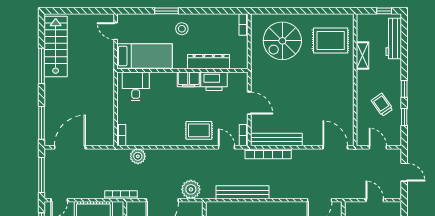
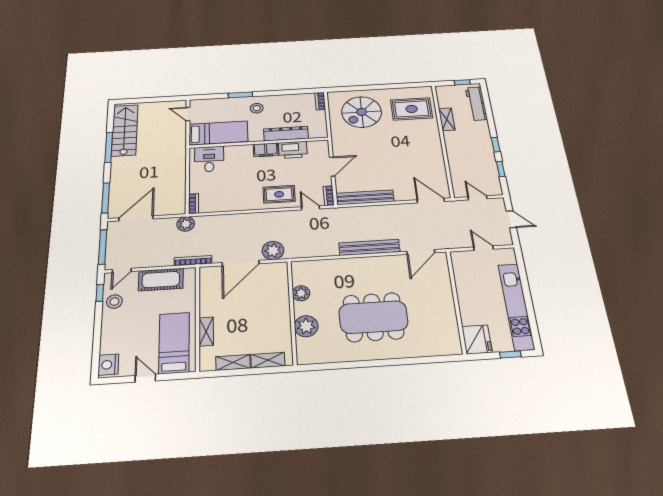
door: (249, 103) -> (332, 167), hinge flipped
trolley: (382, 105) -> (475, 160), removed
bookcase: (268, 154) -> (357, 211), removed
plant: (138, 156) -> (186, 224), moved
bench: (243, 192) -> (369, 247), moved

